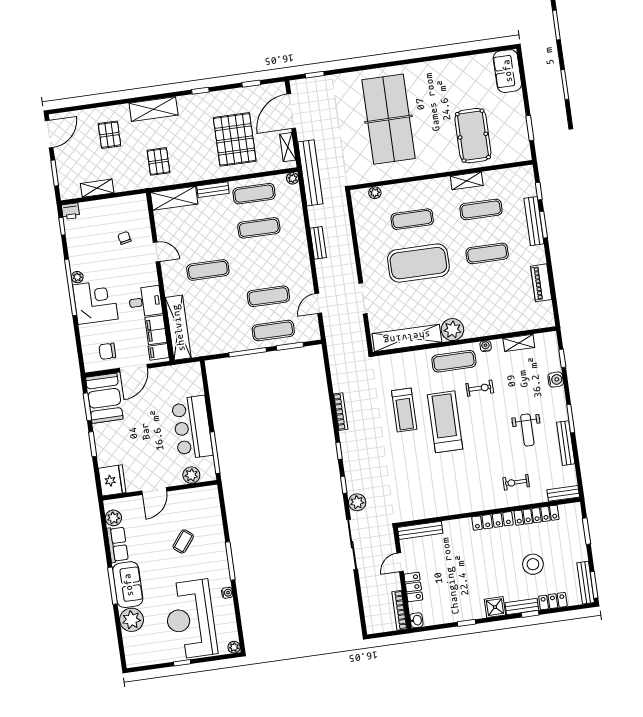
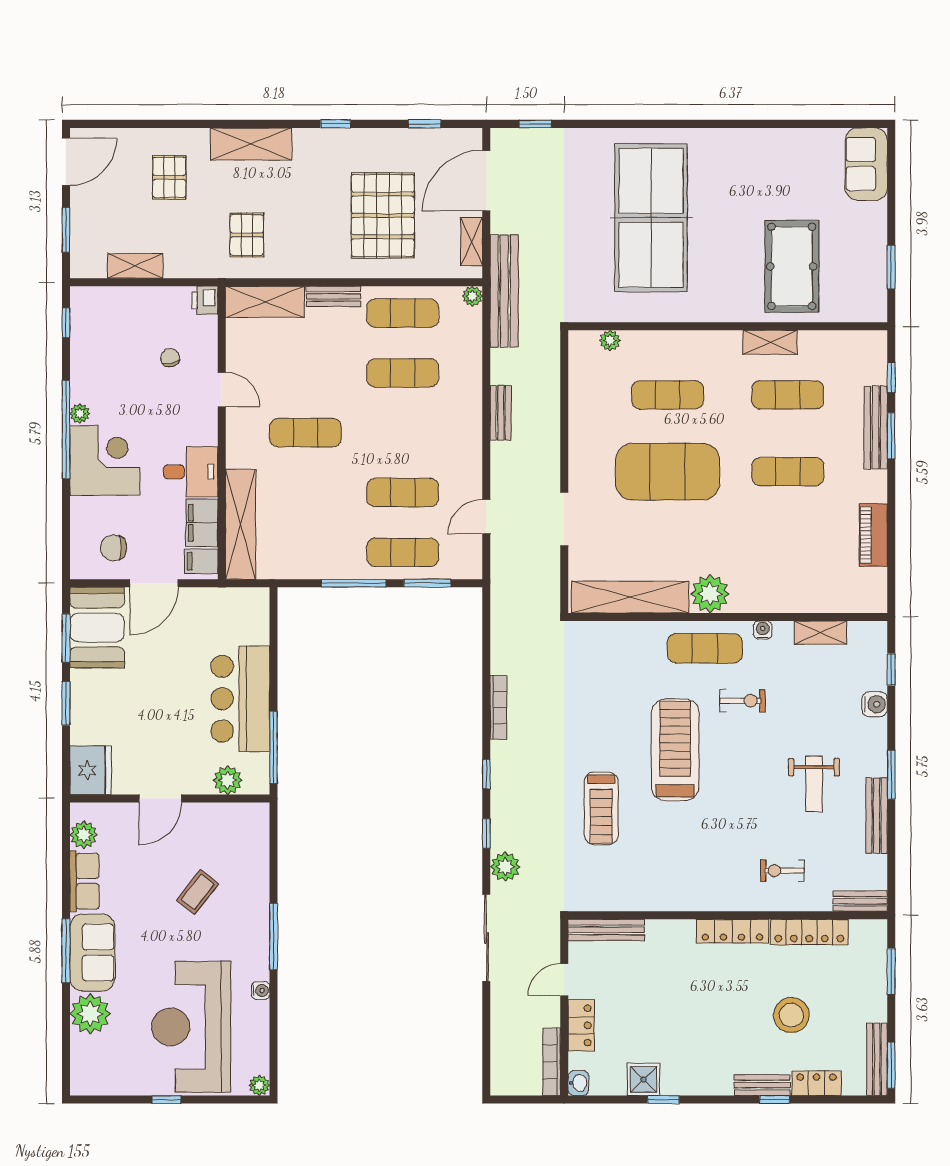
printer: (71, 211) -> (205, 300), moved, turned 90
treadmill: (404, 410) -> (601, 808), moved
shower: (495, 607) -> (643, 1079), moved

